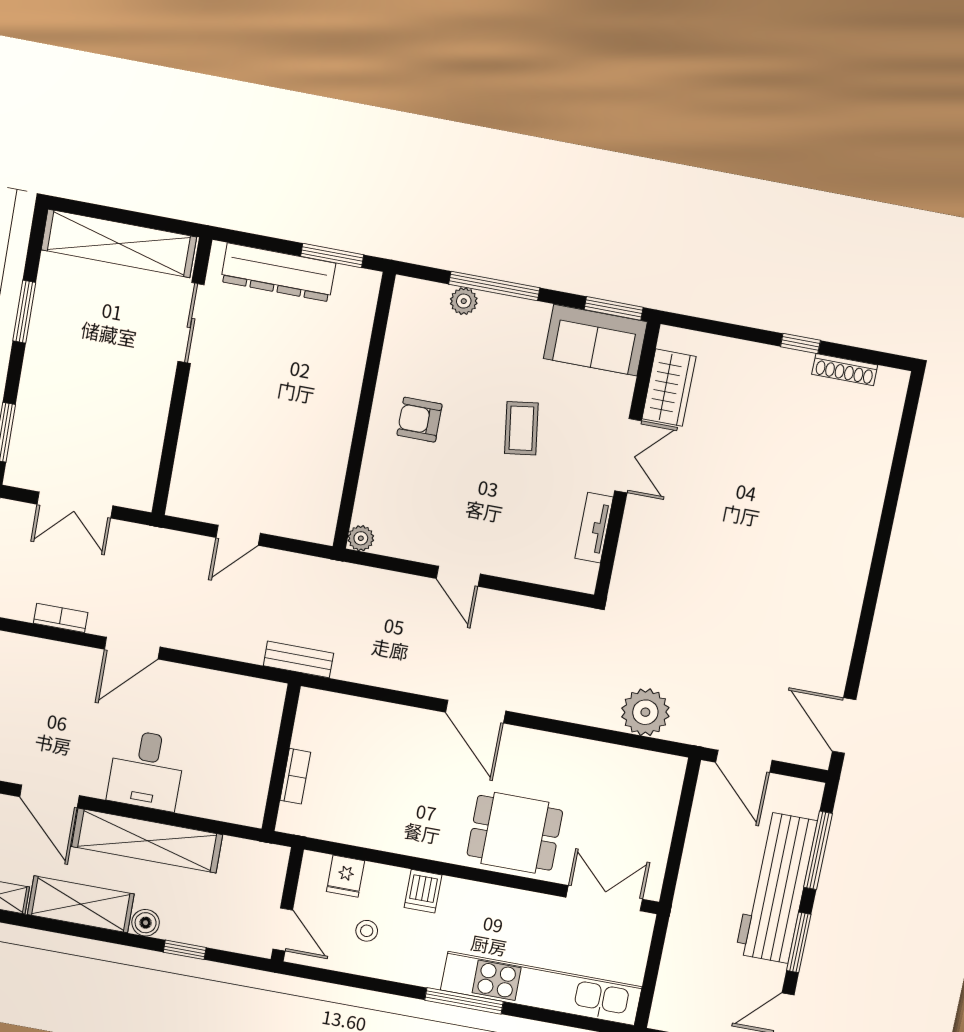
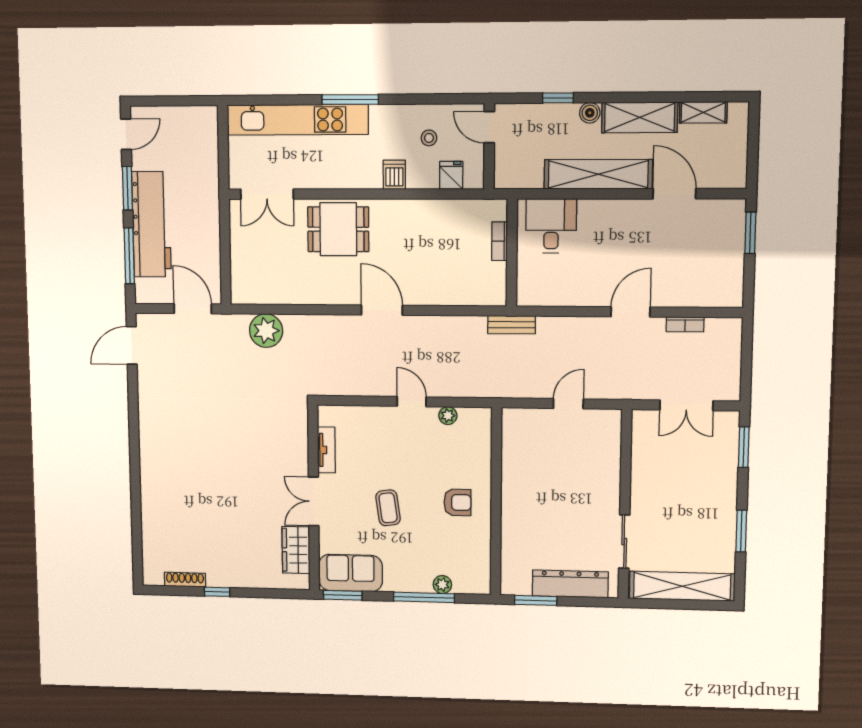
double door: (75, 505) -> (686, 405), swing flipped
plant: (361, 538) -> (448, 416), moved
door: (844, 726) -> (132, 345), swing flipped
desk: (146, 770) -> (551, 226), moved

